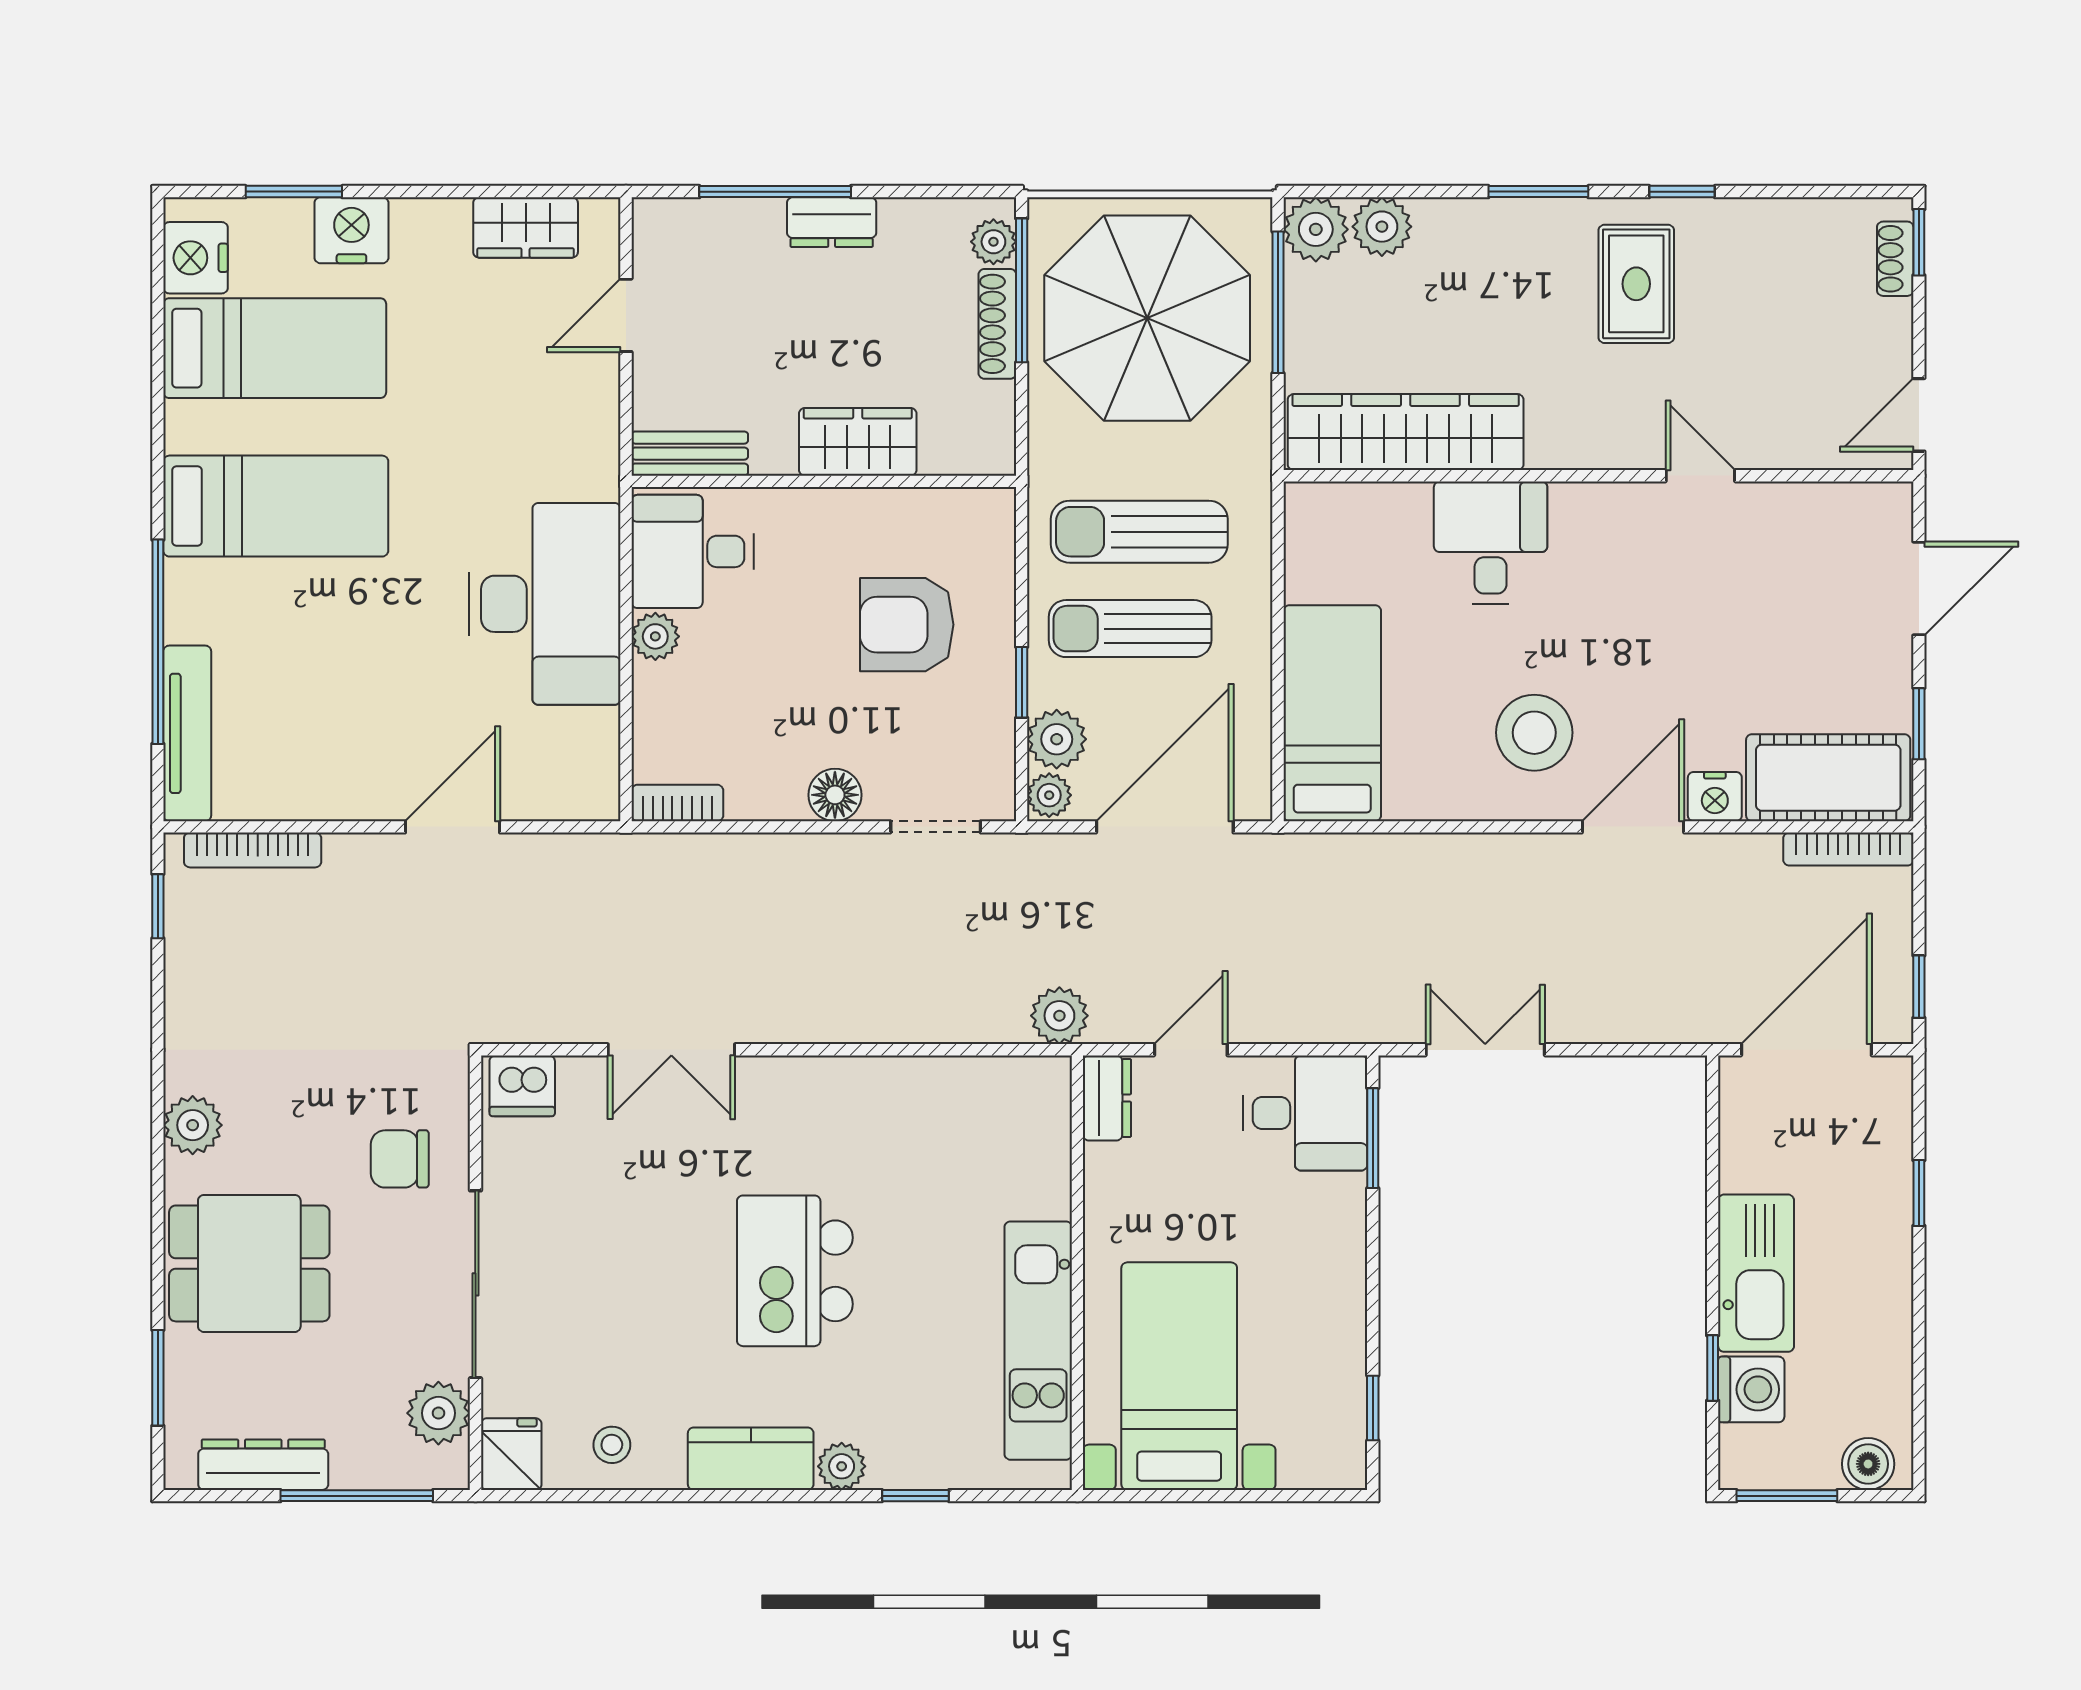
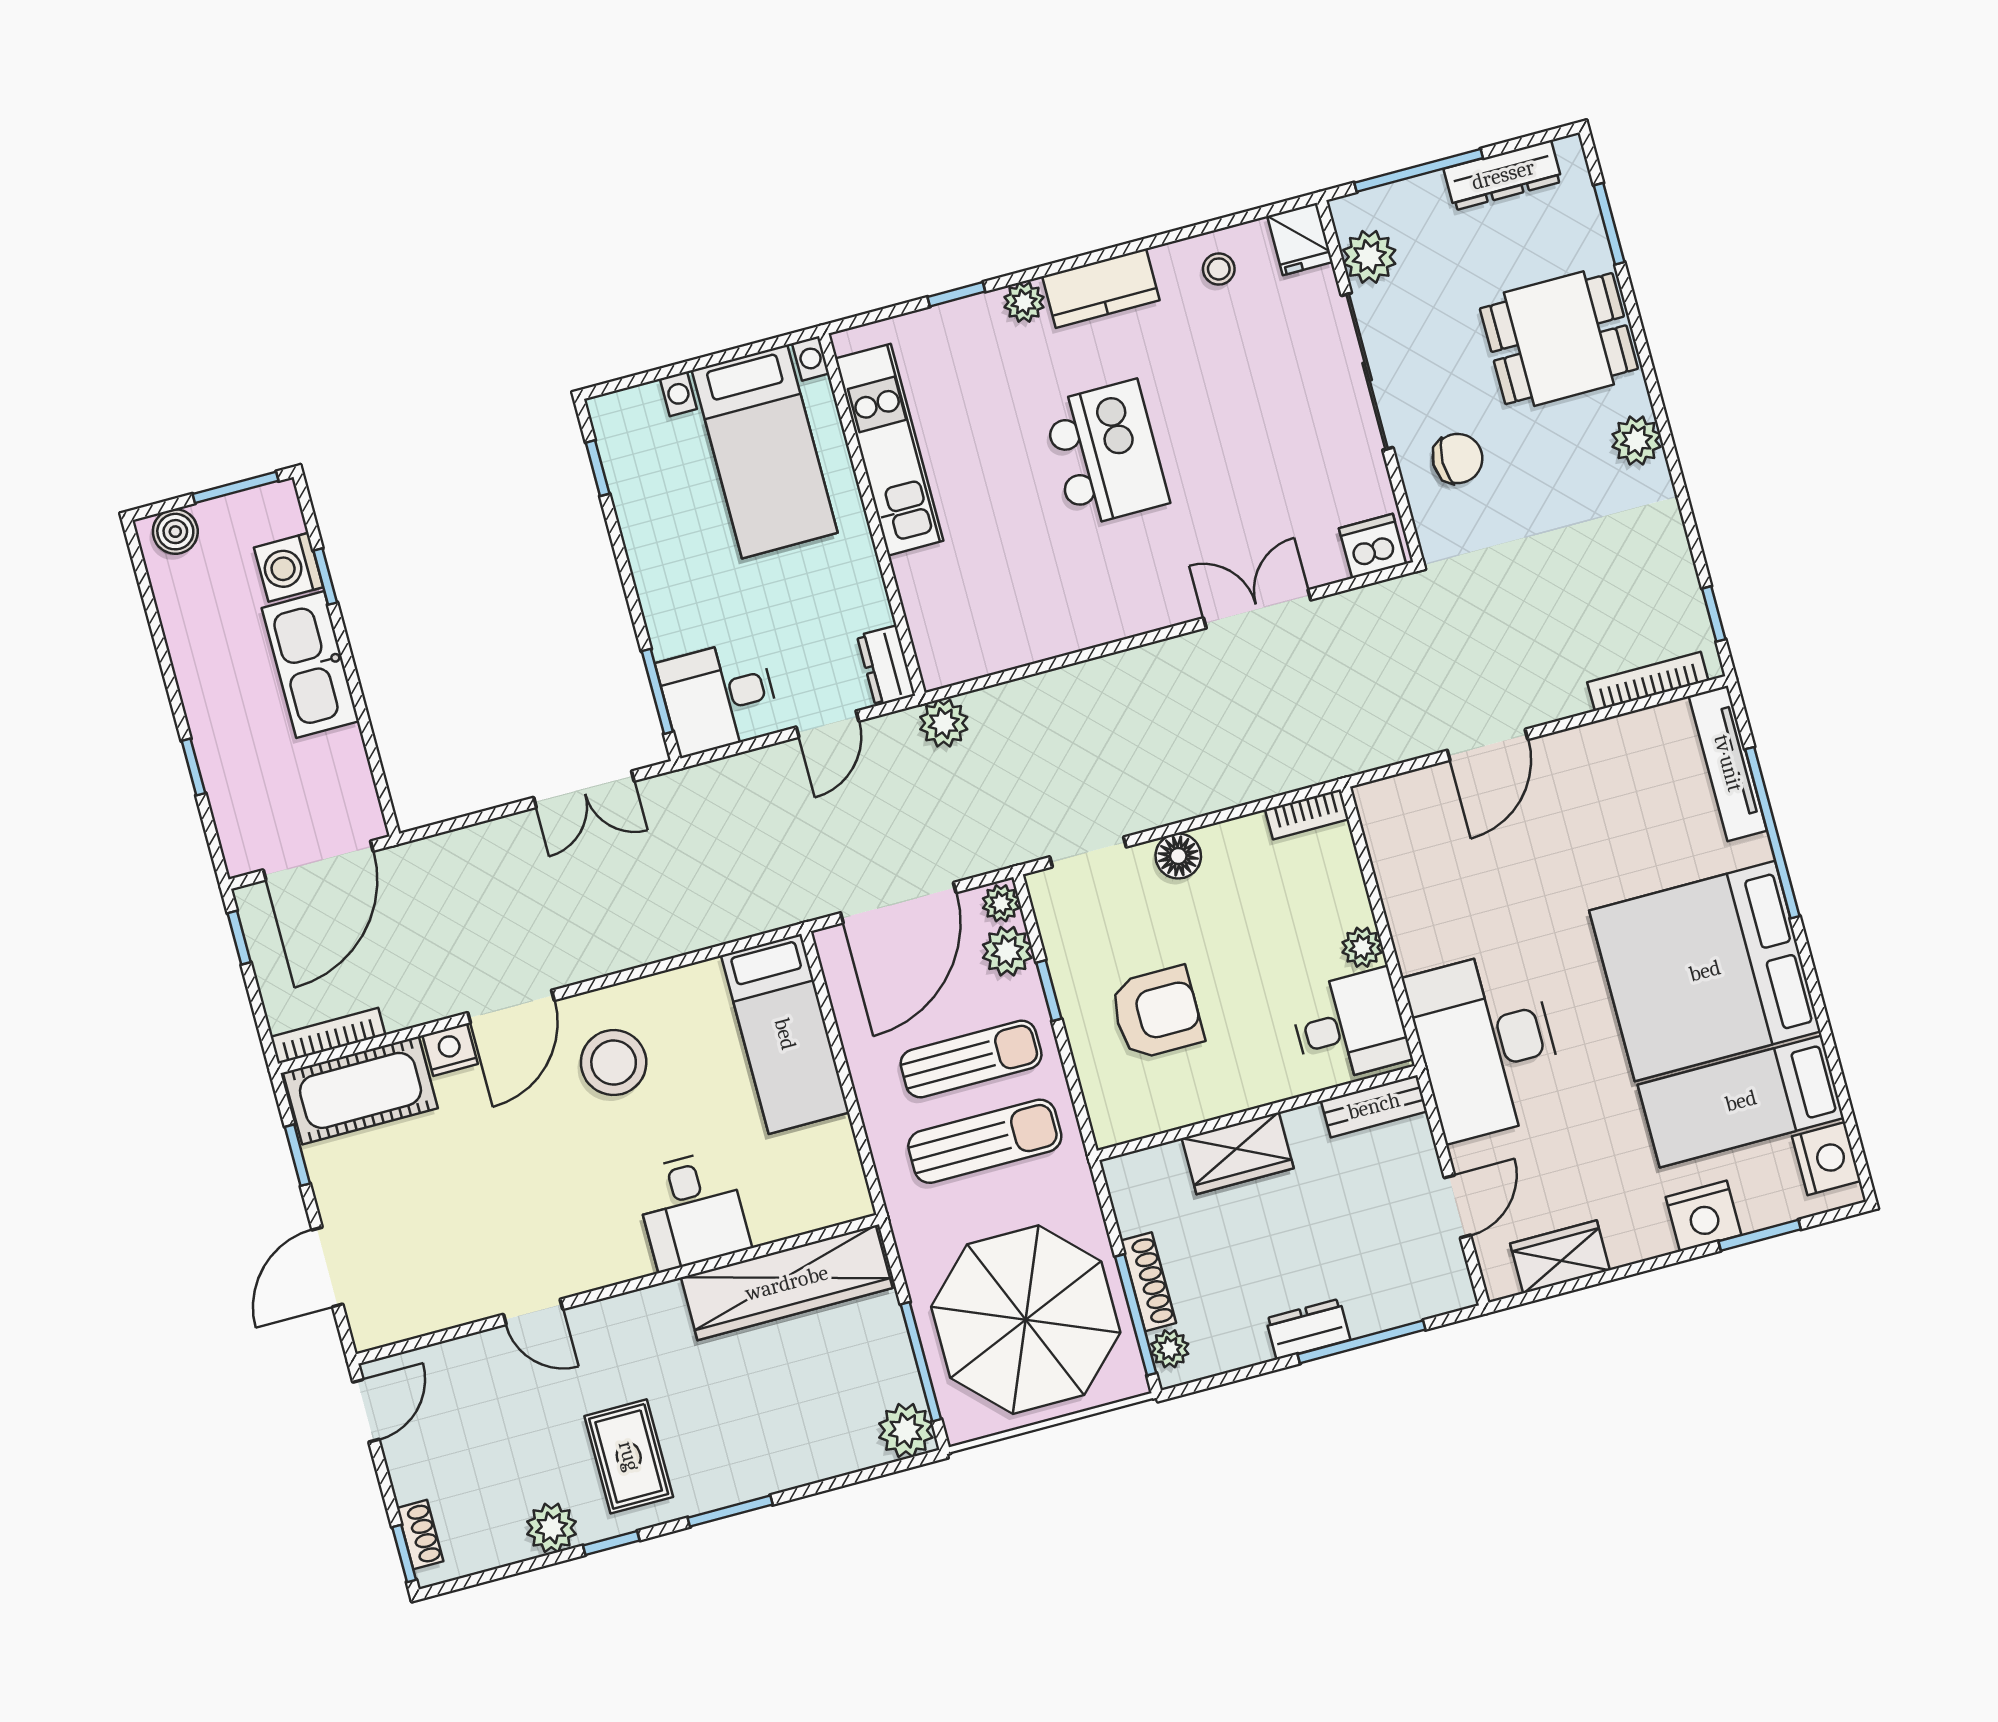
plant: (1382, 227) -> (551, 1528), moved
bed: (276, 506) -> (1705, 971), width x2.04
desk: (545, 604) -> (1486, 1045), moved

